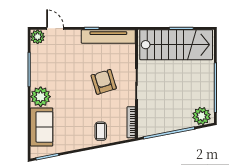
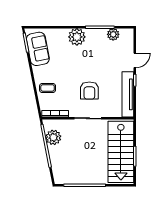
door: (55, 28) -> (135, 60), moved
plant: (38, 37) -> (113, 34), moved
armchair: (104, 82) -> (89, 90), turned 107
plant: (201, 116) -> (53, 137), moved
sofa: (42, 127) -> (38, 49), moved, turned -101

